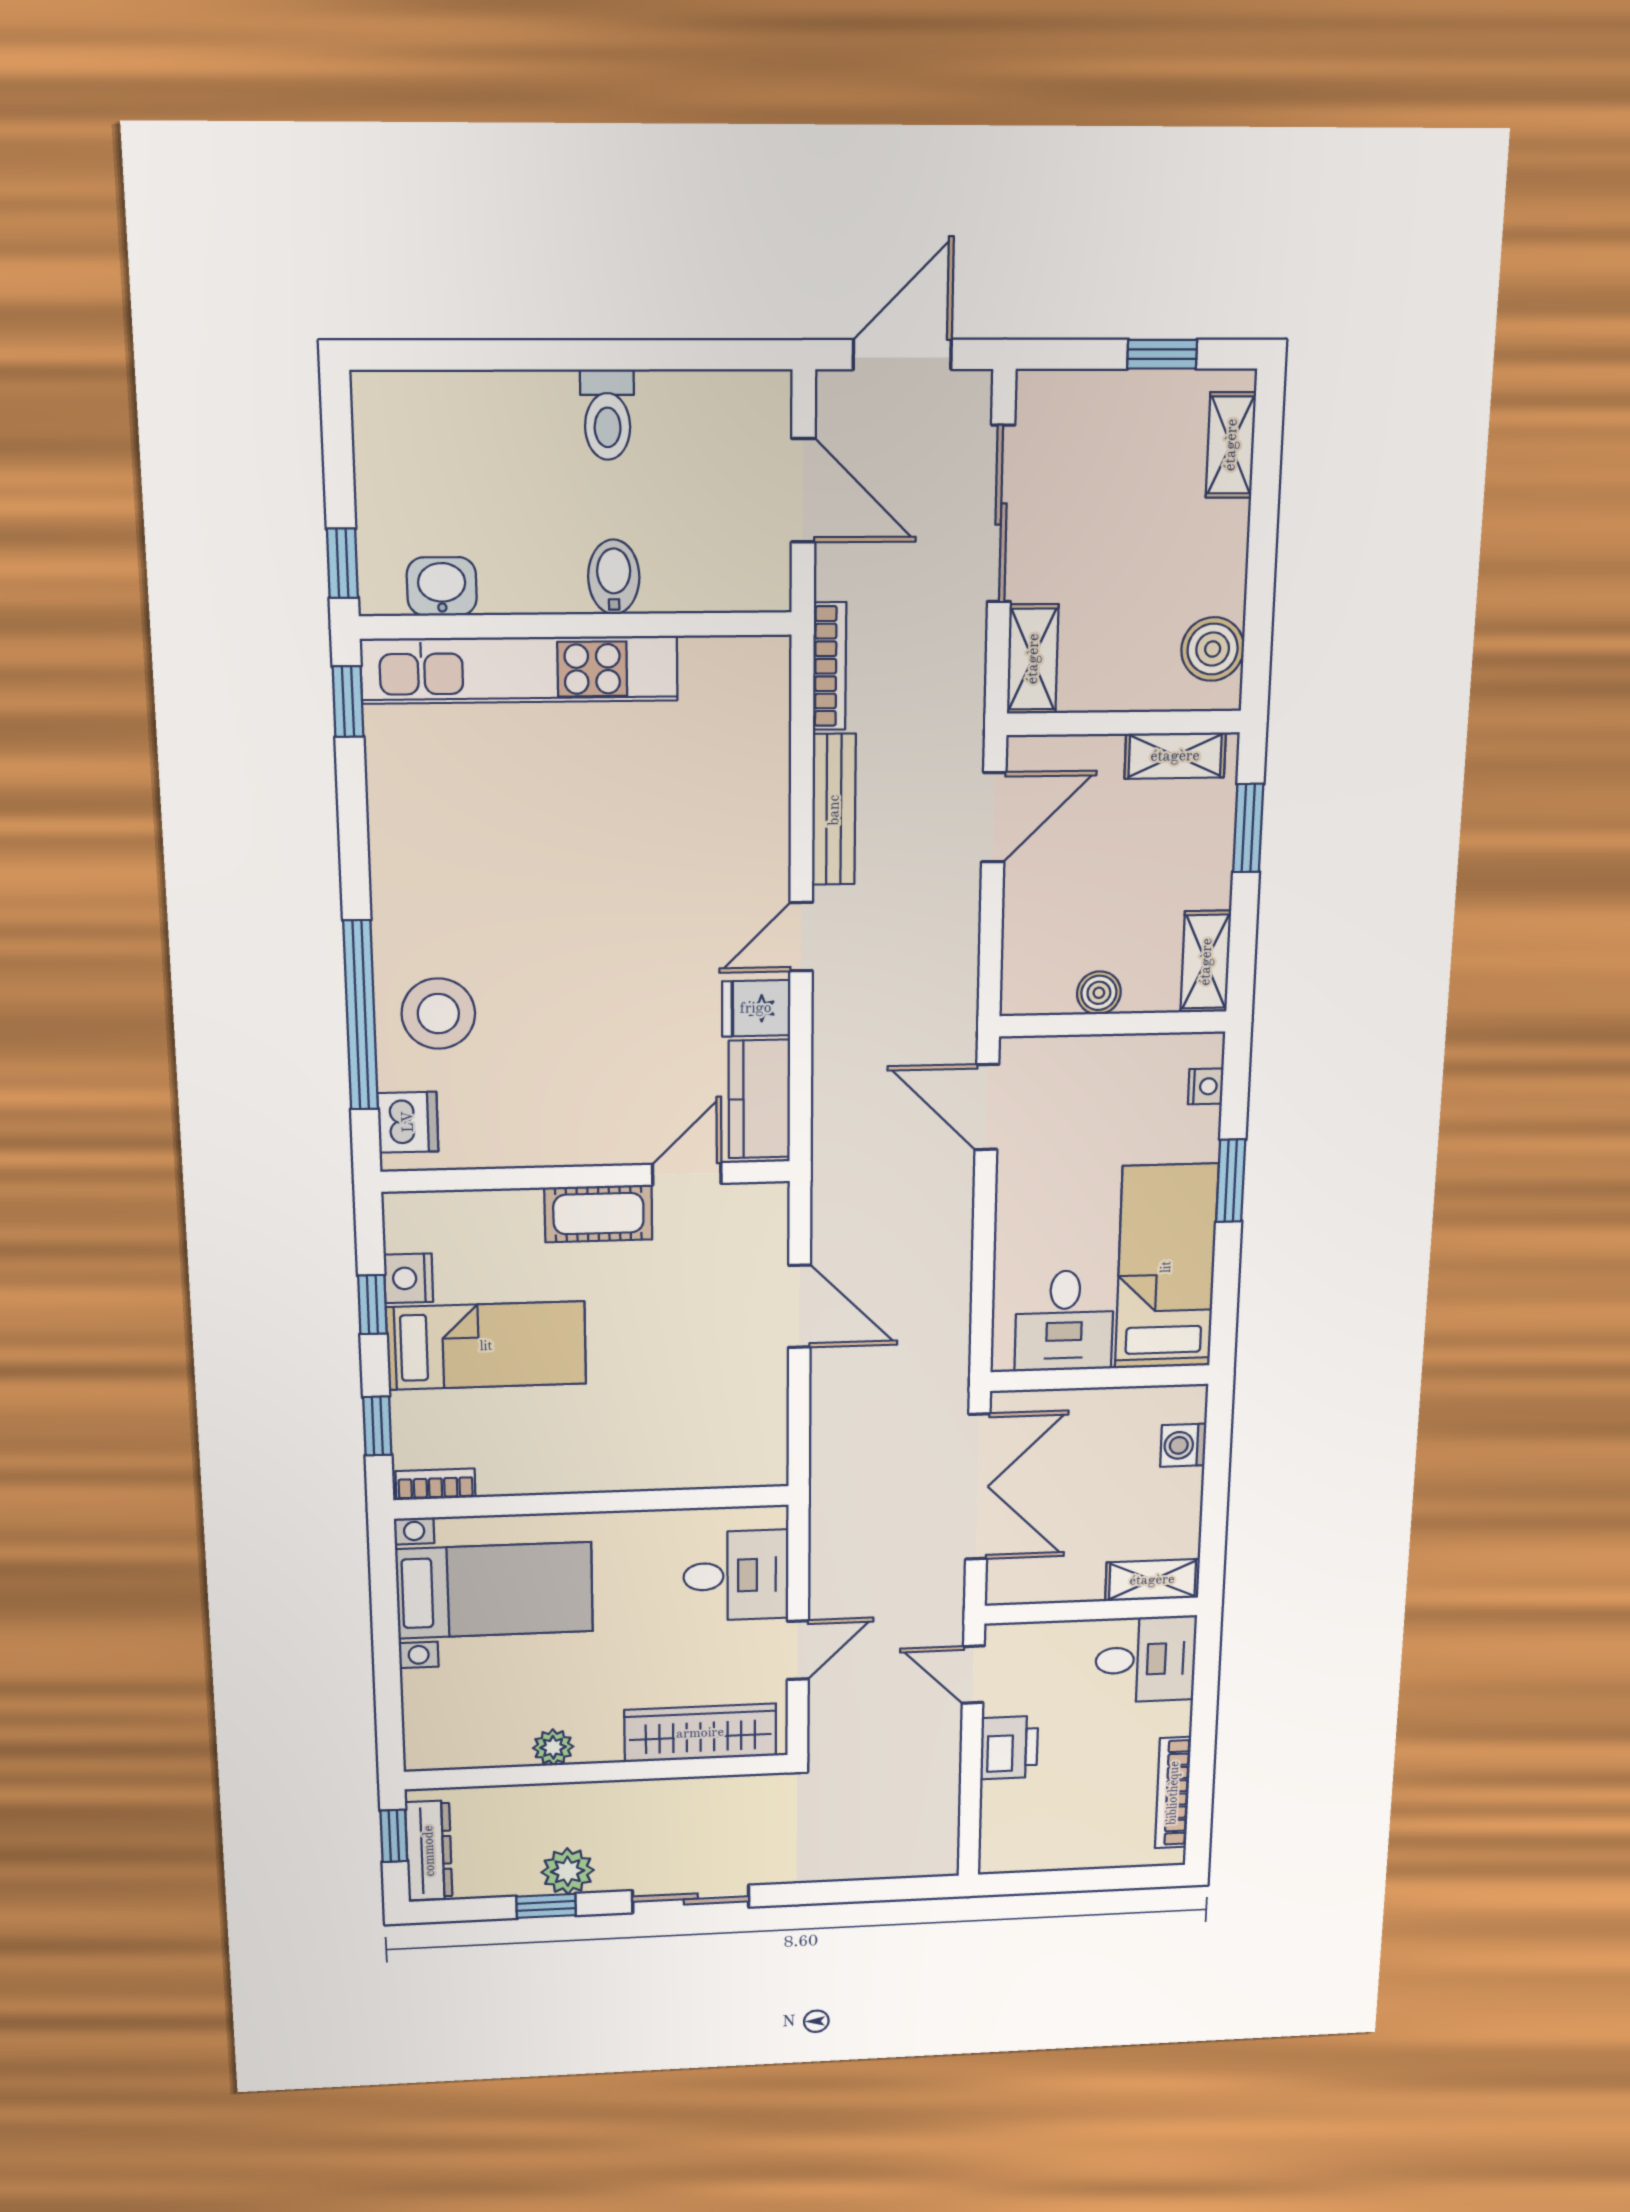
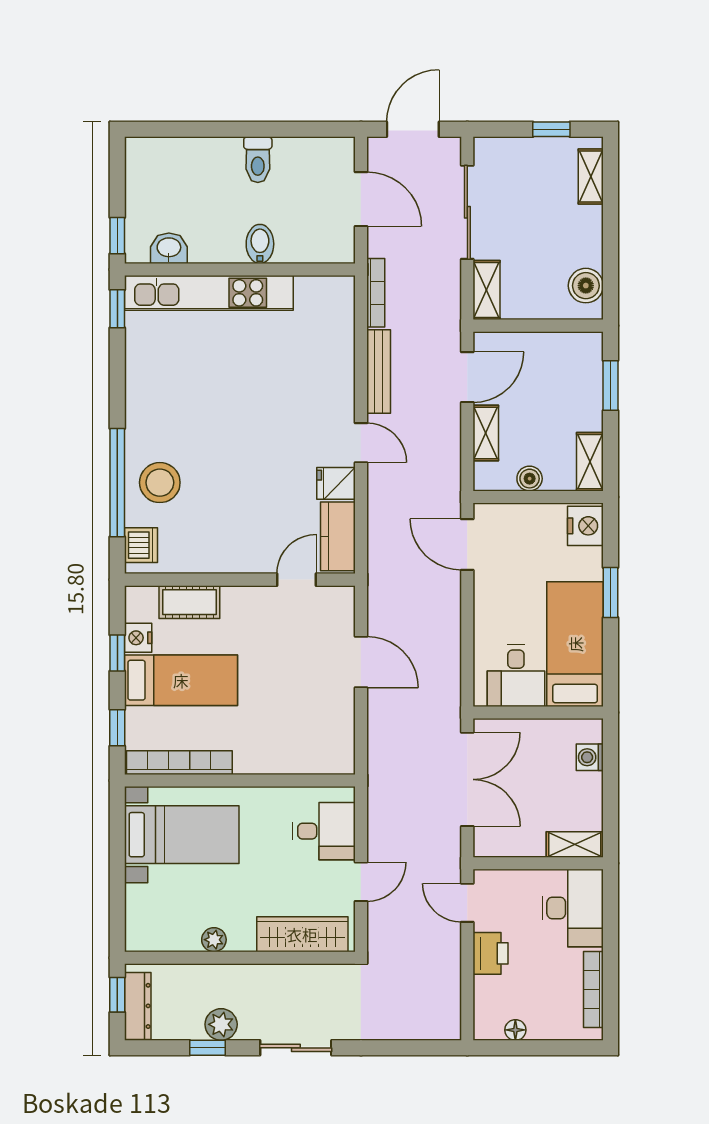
shelving: (1175, 756) -> (486, 433), moved, turned 90
door: (801, 937) -> (361, 443), swing flipped
nightstand: (1206, 1086) -> (585, 526), width x1.89, depth x1.79
cot: (598, 1214) -> (189, 602), moved
bookcase: (435, 1484) -> (179, 763), width x2.31, depth x1.31
desk: (1146, 1659) -> (573, 908), width x1.37
floor lamp: (1046, 1857) -> (515, 1030), added

